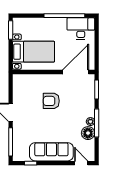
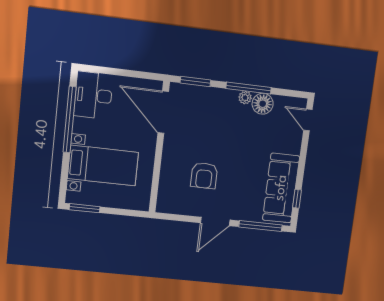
bed with nightstands: (34, 52) -> (103, 165), moved, turned 90
armchair: (51, 101) -> (204, 176), moved
sofa: (51, 152) -> (281, 188), moved
door: (81, 163) -> (308, 120), hinge flipped

